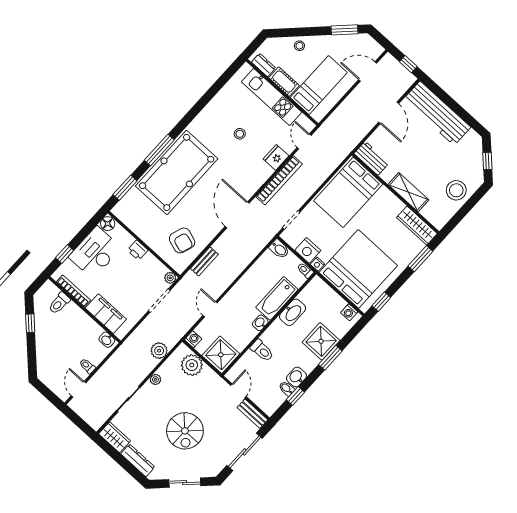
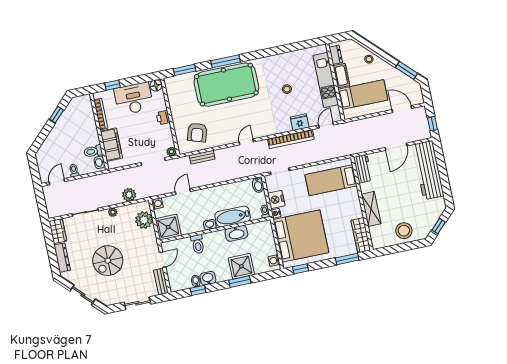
bed: (348, 192) -> (331, 180), width x0.67
door: (237, 215) -> (246, 142), width x0.53
toilet: (59, 303) -> (93, 151), moved
sliding door: (245, 452) -> (137, 303), width x0.73

